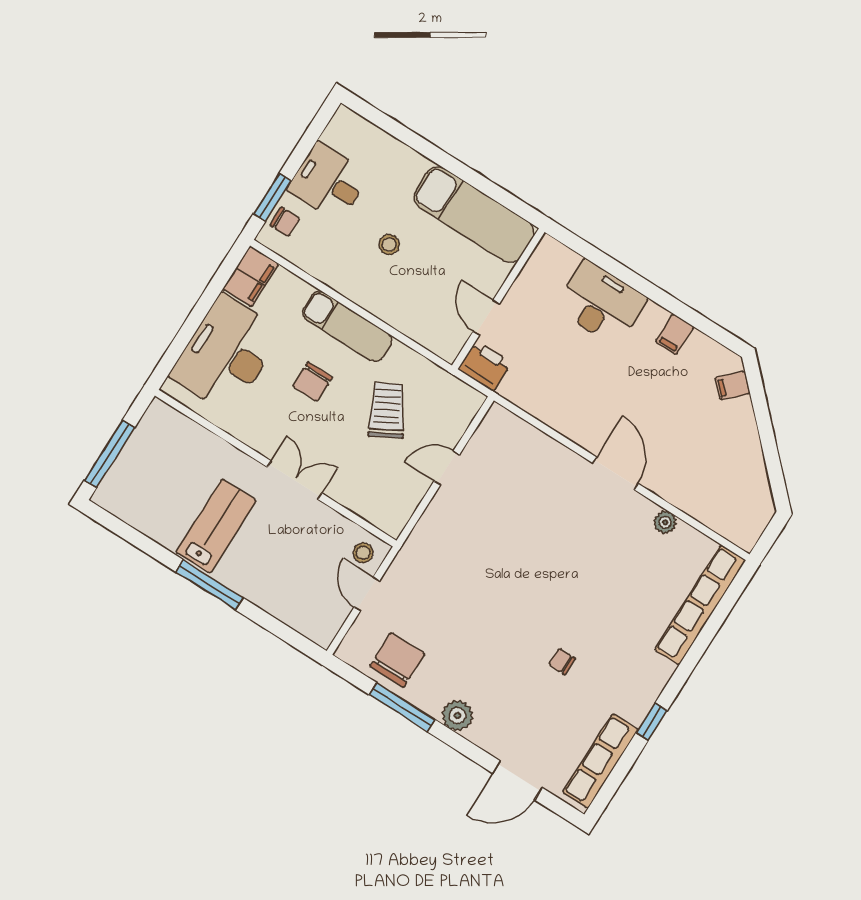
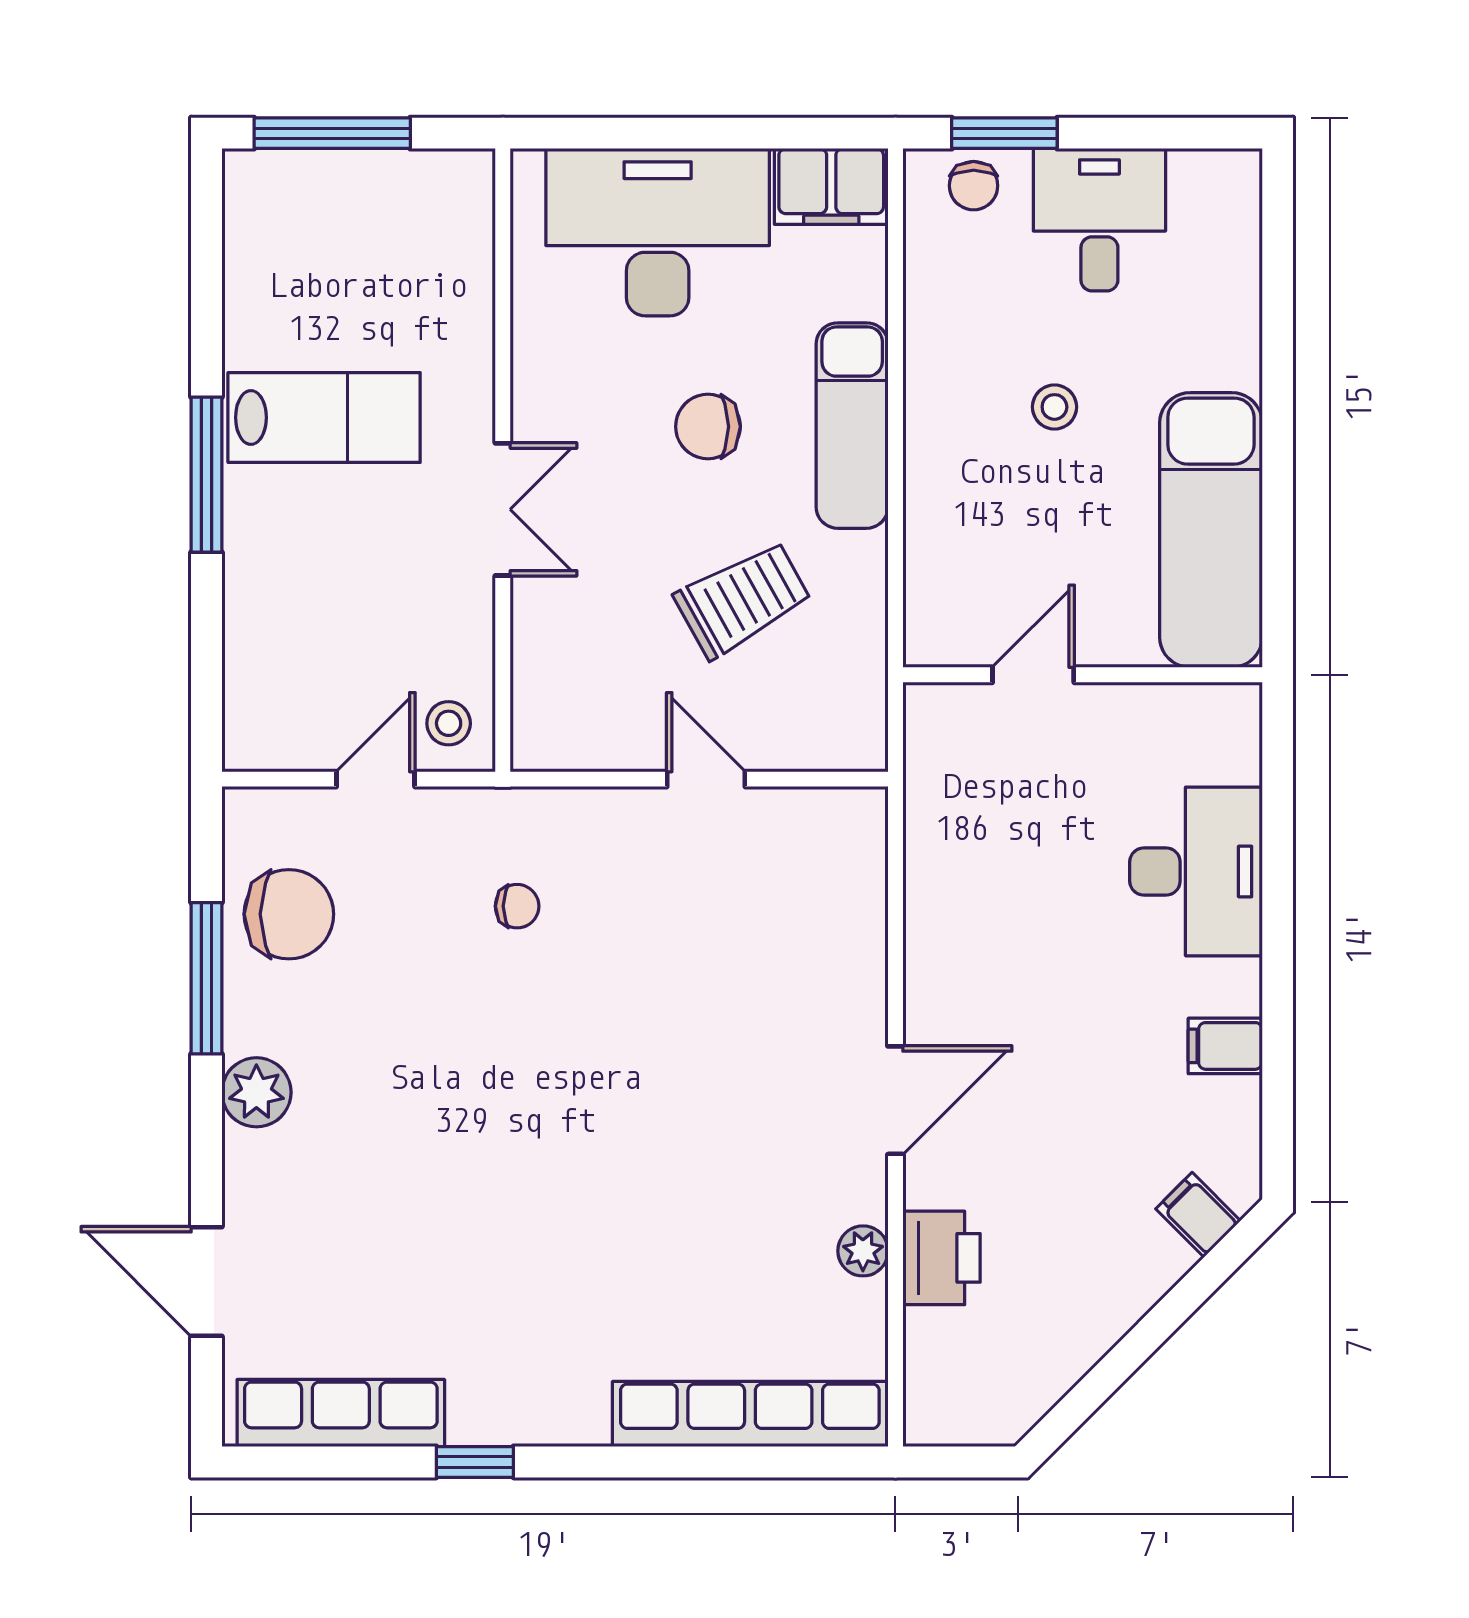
printer: (485, 366) -> (941, 1258), moved
chair: (562, 661) -> (517, 906), moved, turned 90

